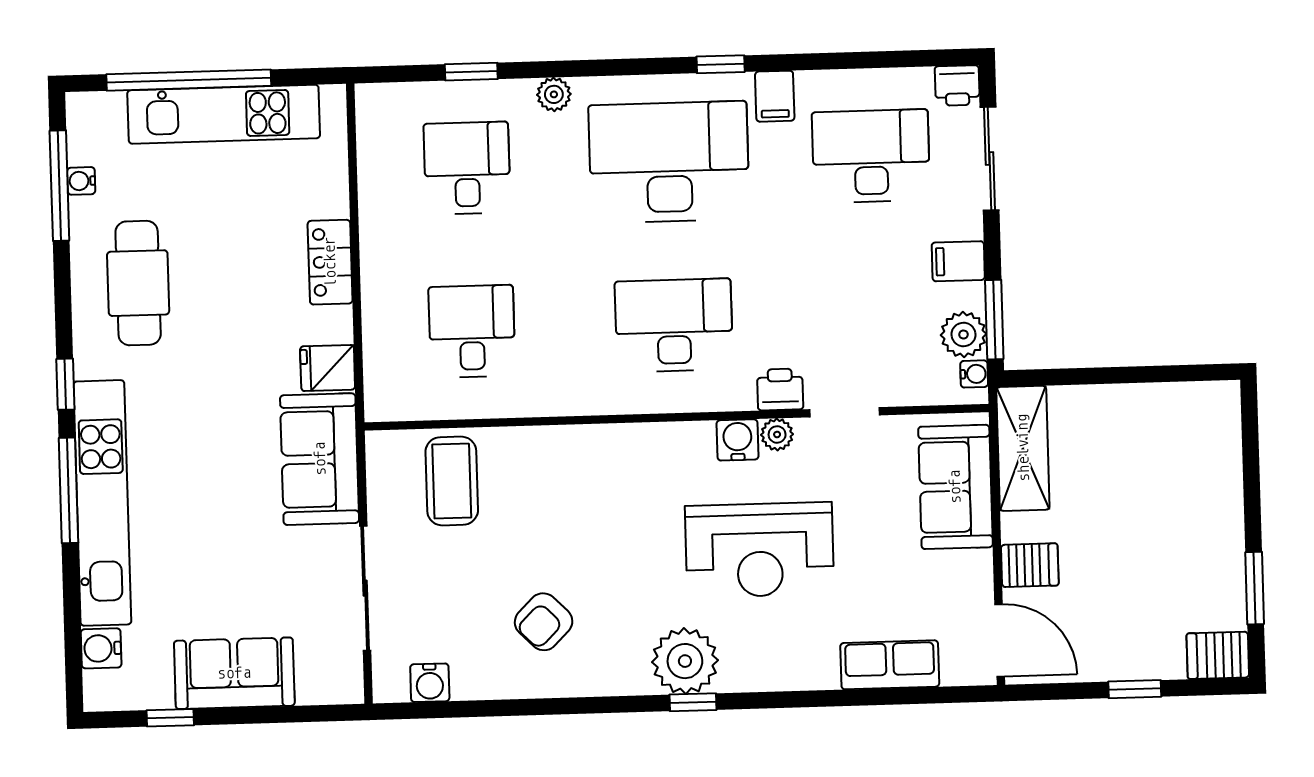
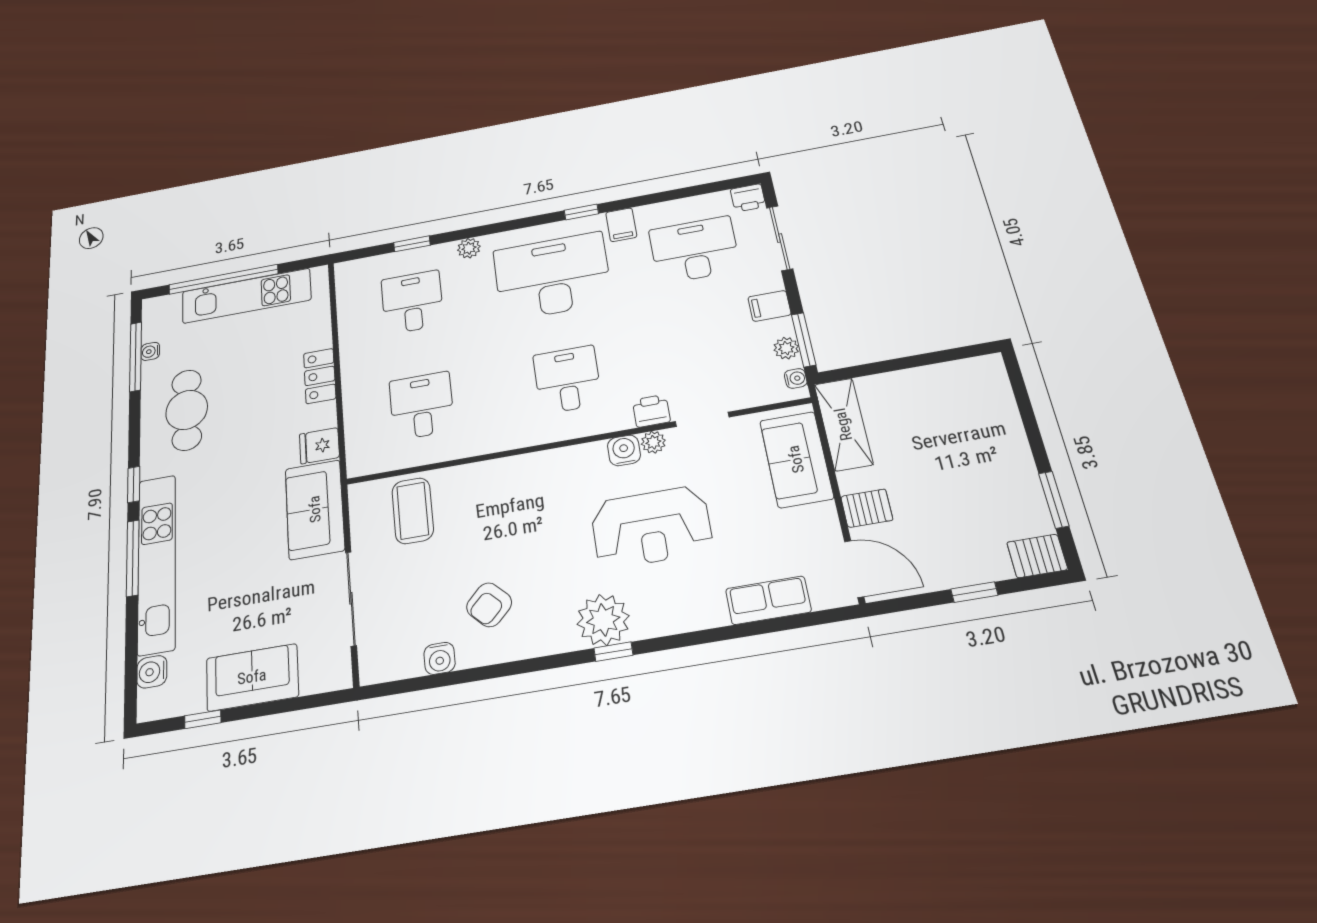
desk: (674, 325) -> (567, 380), width x0.73
plant: (964, 334) -> (786, 348), width x0.73, depth x0.73
water cooler: (430, 683) -> (440, 658), moved

